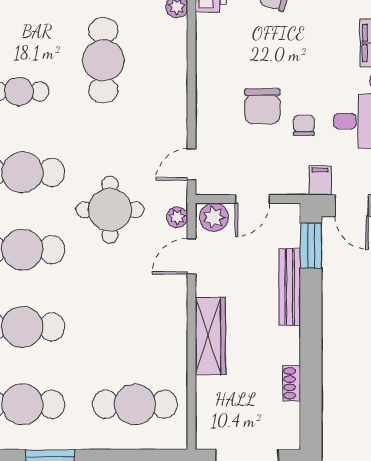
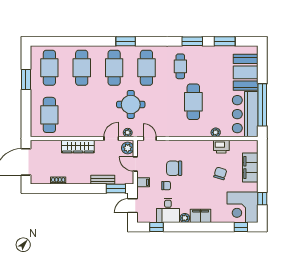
cafe table: (103, 60) -> (193, 102), turned 90
filing cabinet: (320, 180) -> (143, 182), moved
door: (191, 256) -> (111, 139), hinge flipped
bench: (290, 287) -> (103, 180), width x0.73

